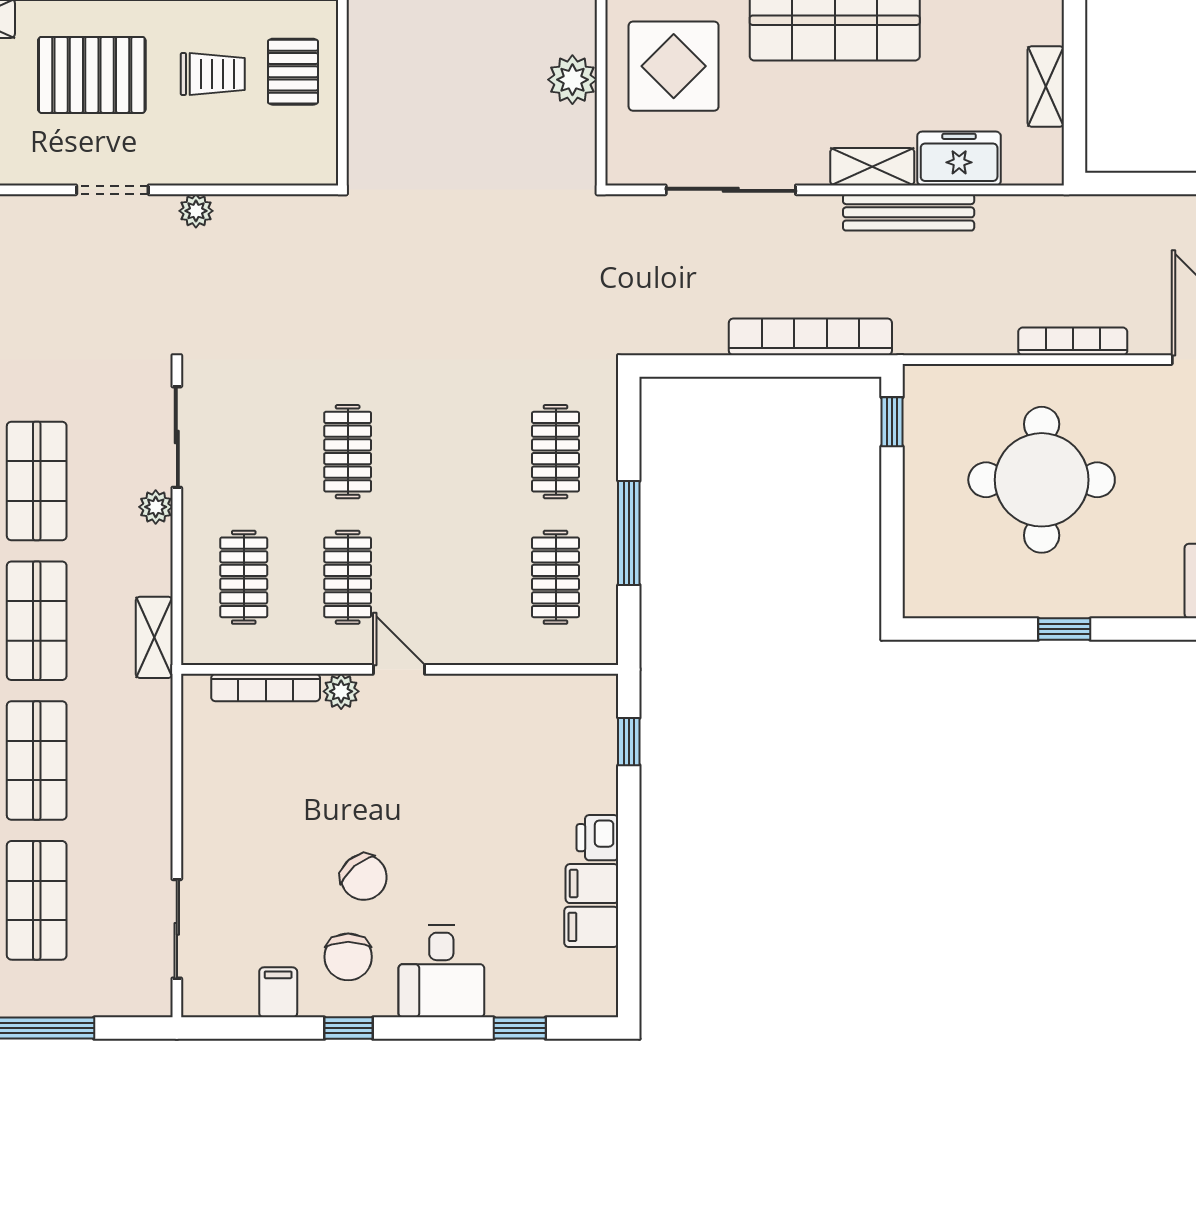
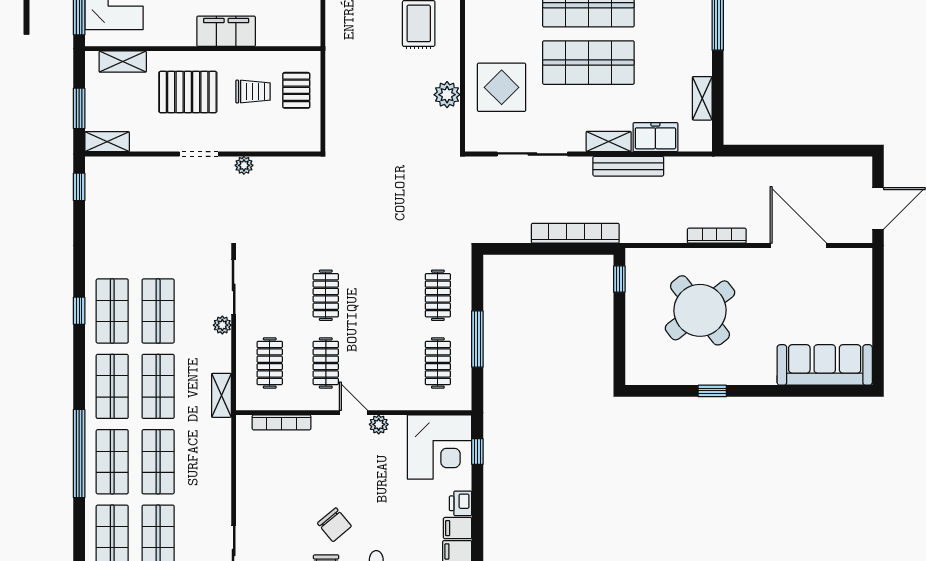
round table: (1042, 480) -> (700, 310), turned -38
plant: (341, 691) -> (379, 424), moved
corner desk: (559, 733) -> (440, 447), added

